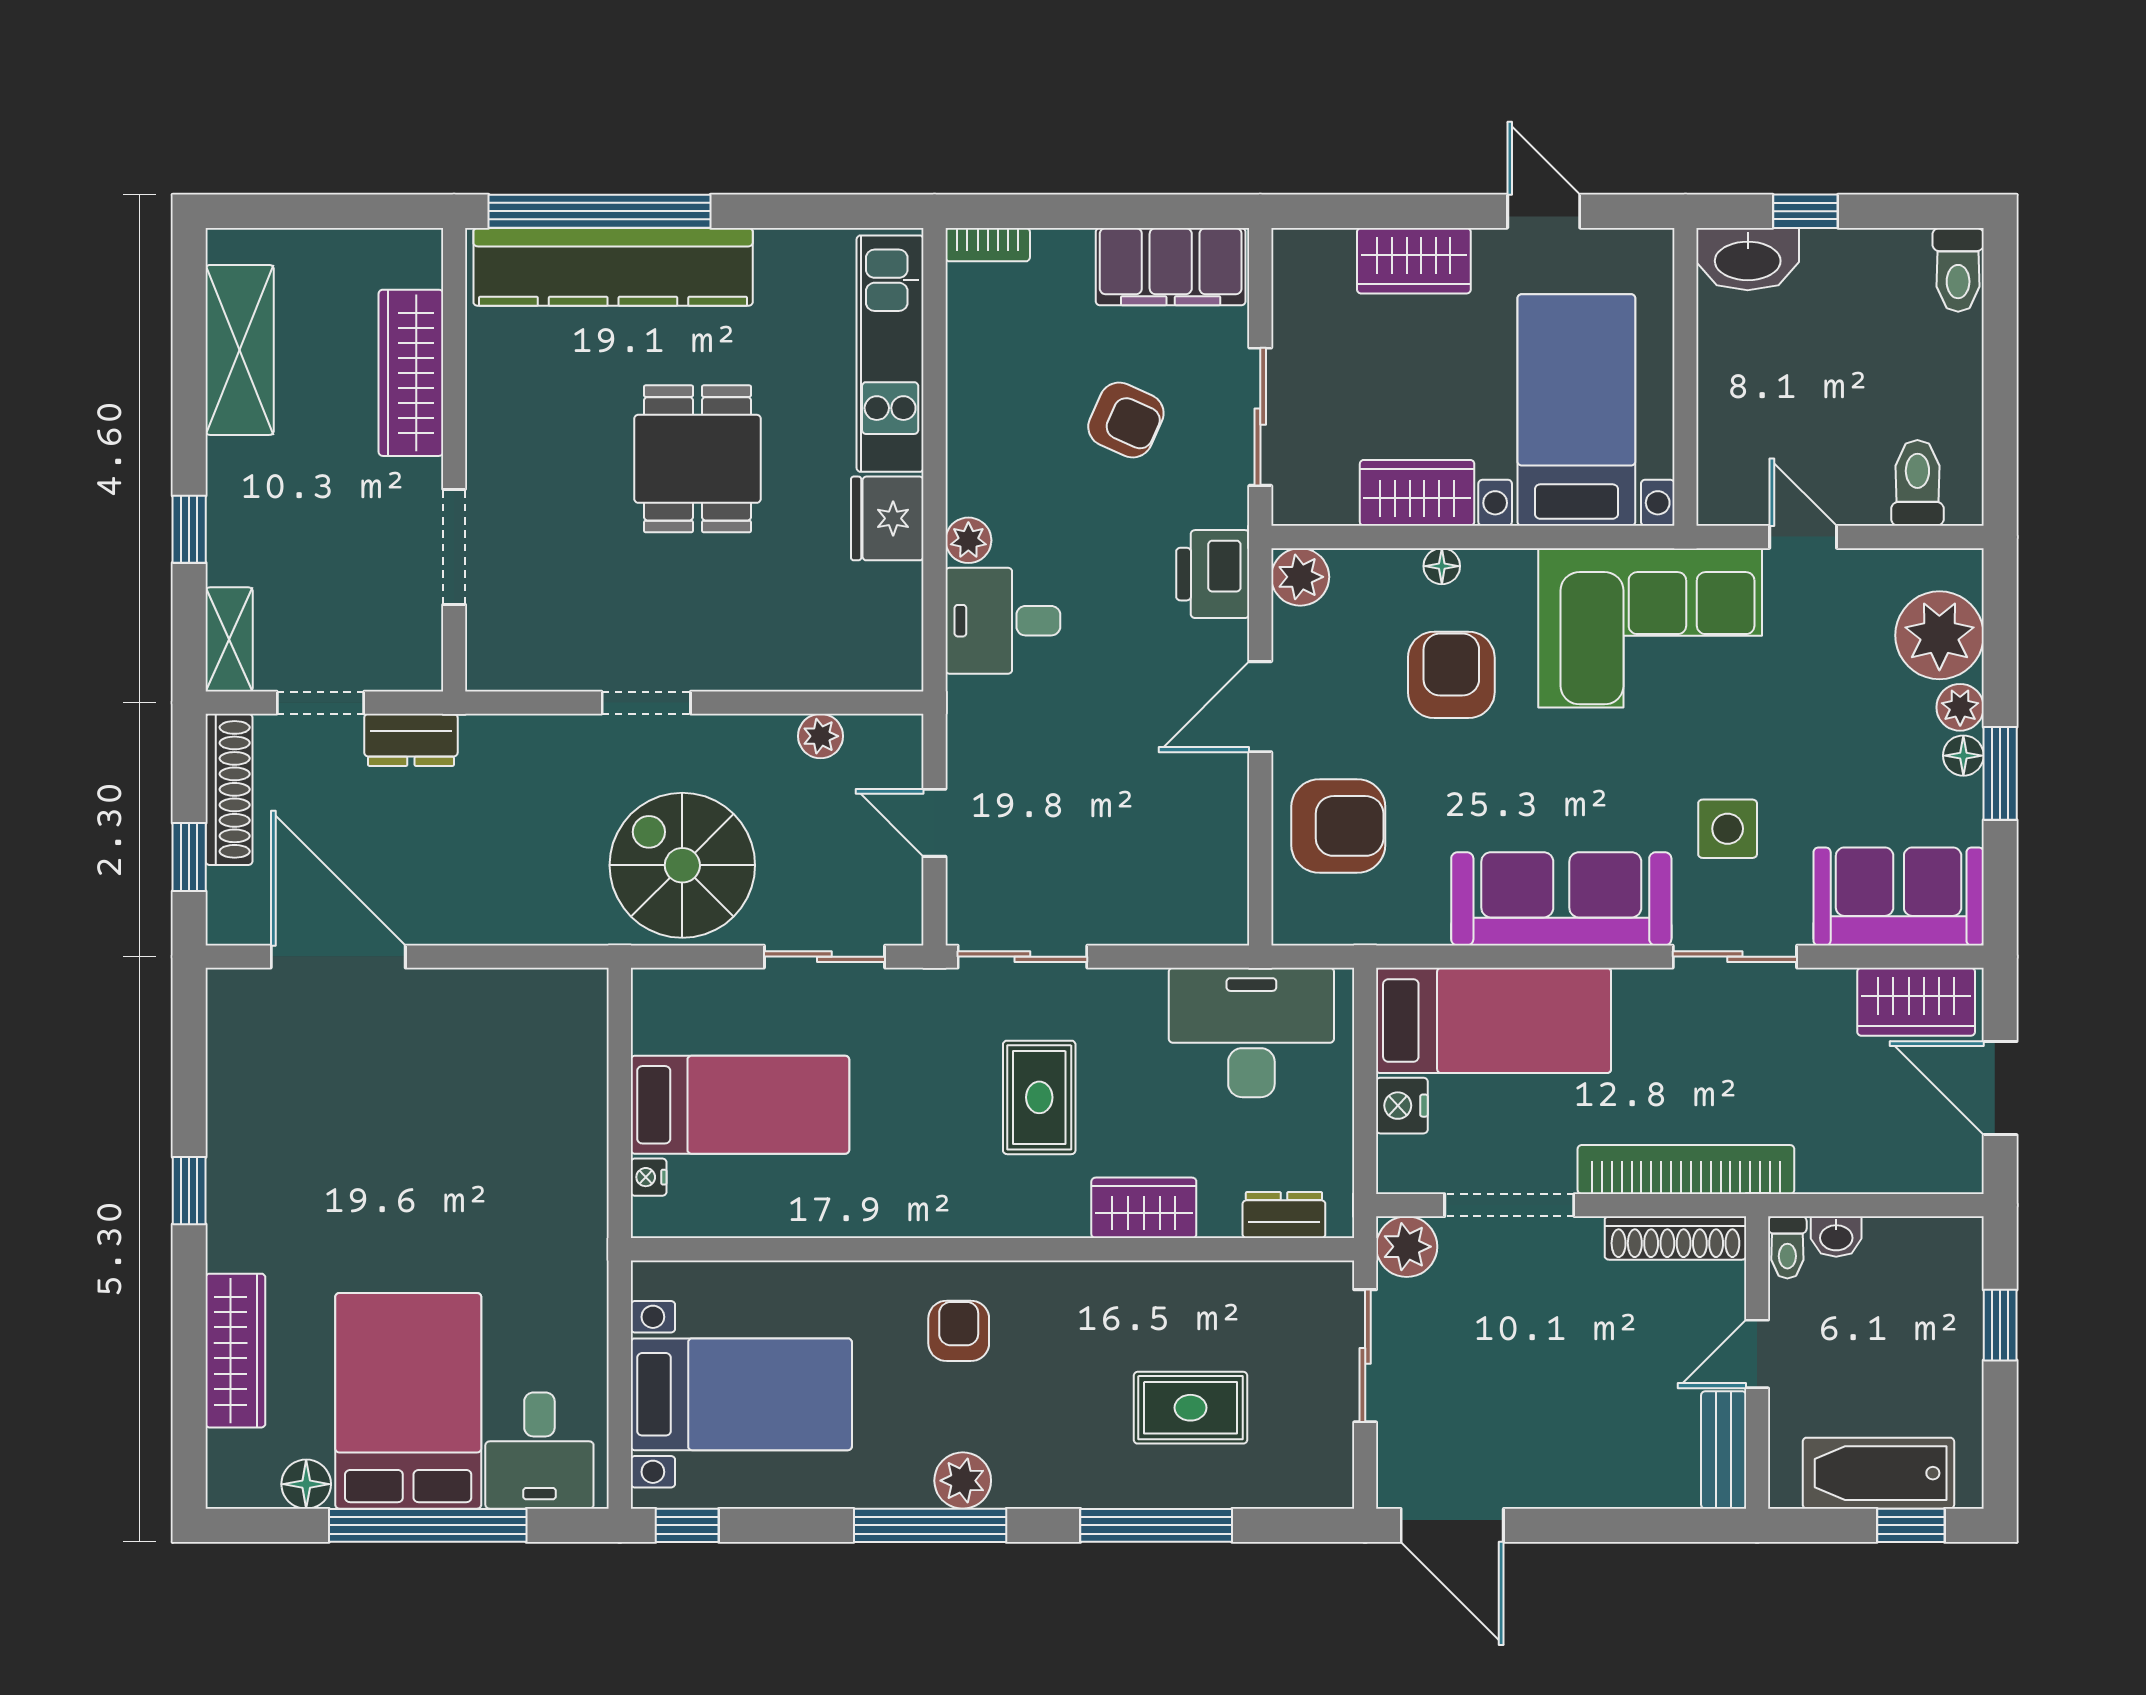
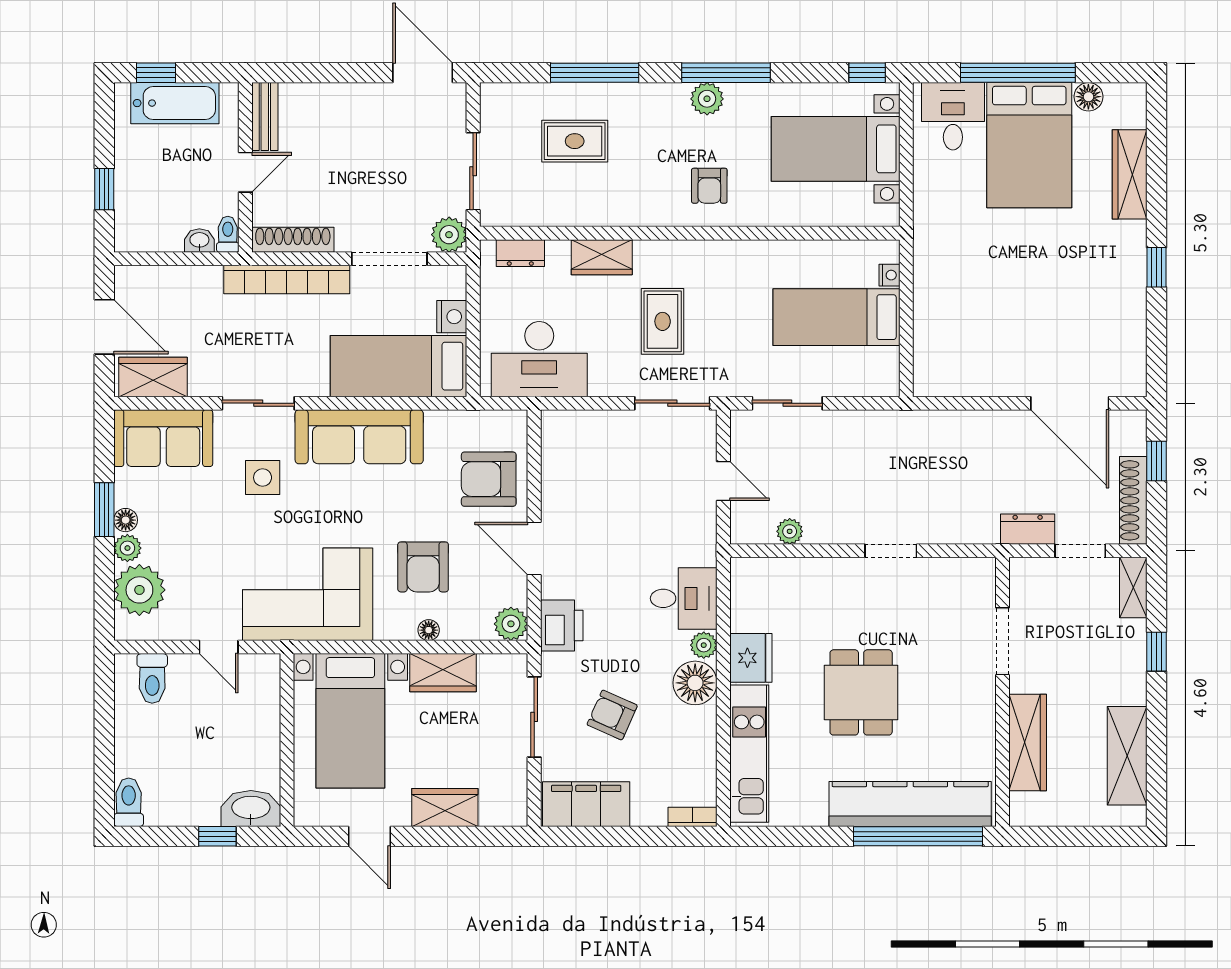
floor lamp: (983, 475) -> (695, 683), added
door: (1260, 707) -> (534, 548), swing flipped
spiral stairs: (682, 865) -> (870, 456), removed

